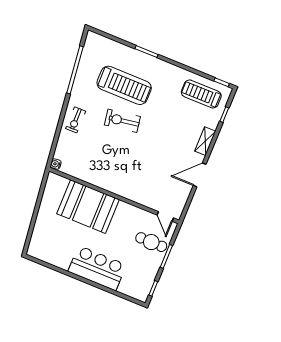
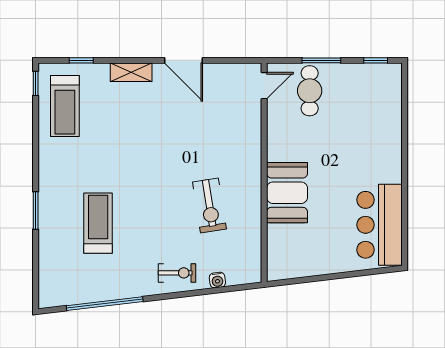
treadmill: (124, 85) -> (98, 223), width x0.73, depth x0.73
exercise bike: (122, 121) -> (209, 205), moved
water cooler: (56, 164) -> (217, 280), moved
booth: (88, 207) -> (287, 193), width x0.73, depth x0.70
bar counter: (97, 268) -> (380, 225), moved

